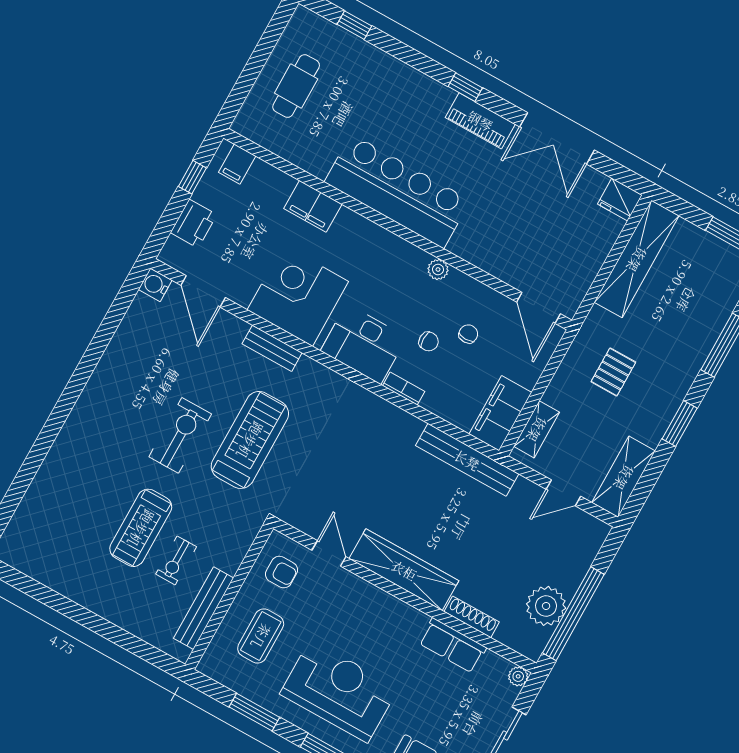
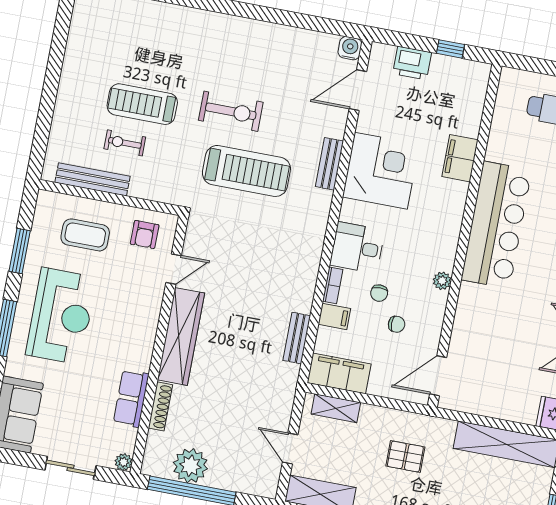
filing cabinet: (237, 164) -> (334, 316), moved, turned 180
desk: (364, 344) -> (357, 248), width x0.73
bench: (467, 460) -> (297, 338), width x0.54, depth x0.82

